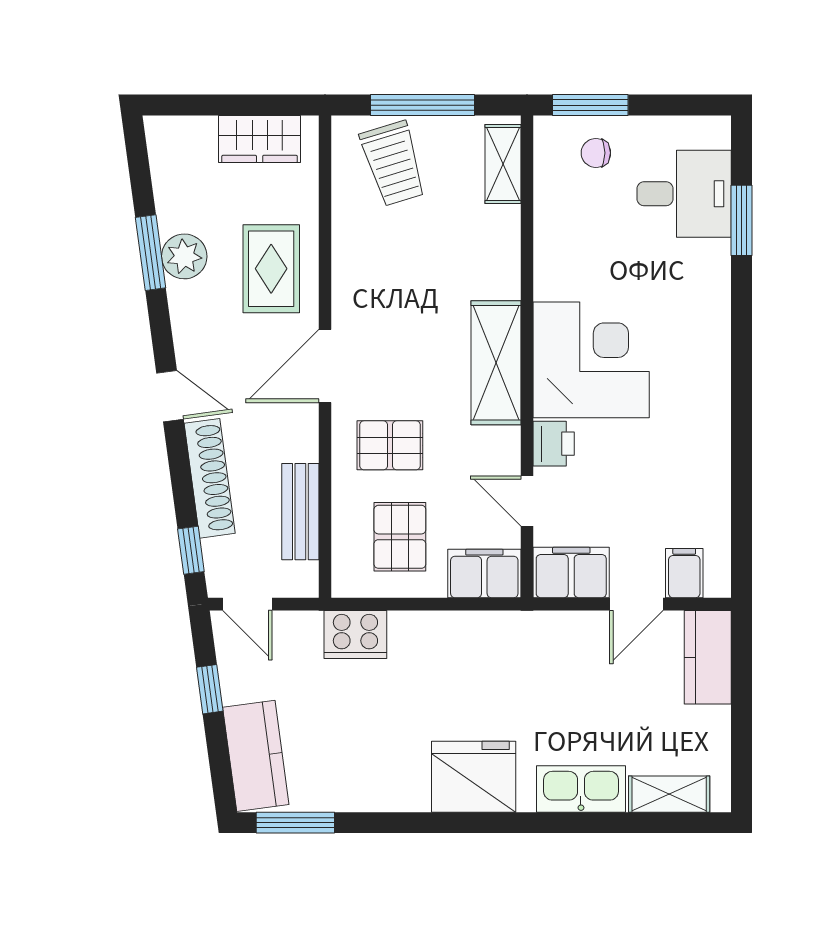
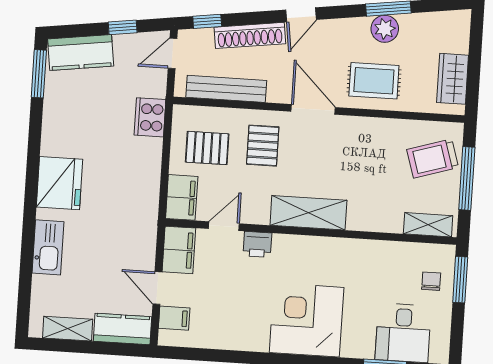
corner desk: (591, 360) -> (307, 320), moved, turned 180
bench: (300, 512) -> (226, 89), width x1.36
shelving: (669, 794) -> (68, 329), moved, turned 90

